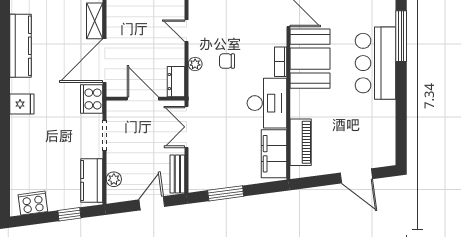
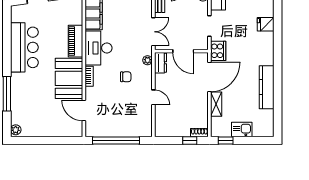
bar counter: (376, 63) -> (24, 47), moved
plant: (195, 64) -> (148, 60), moved
fridge: (22, 104) -> (266, 24), moved
piano: (301, 142) -> (75, 41), moved

